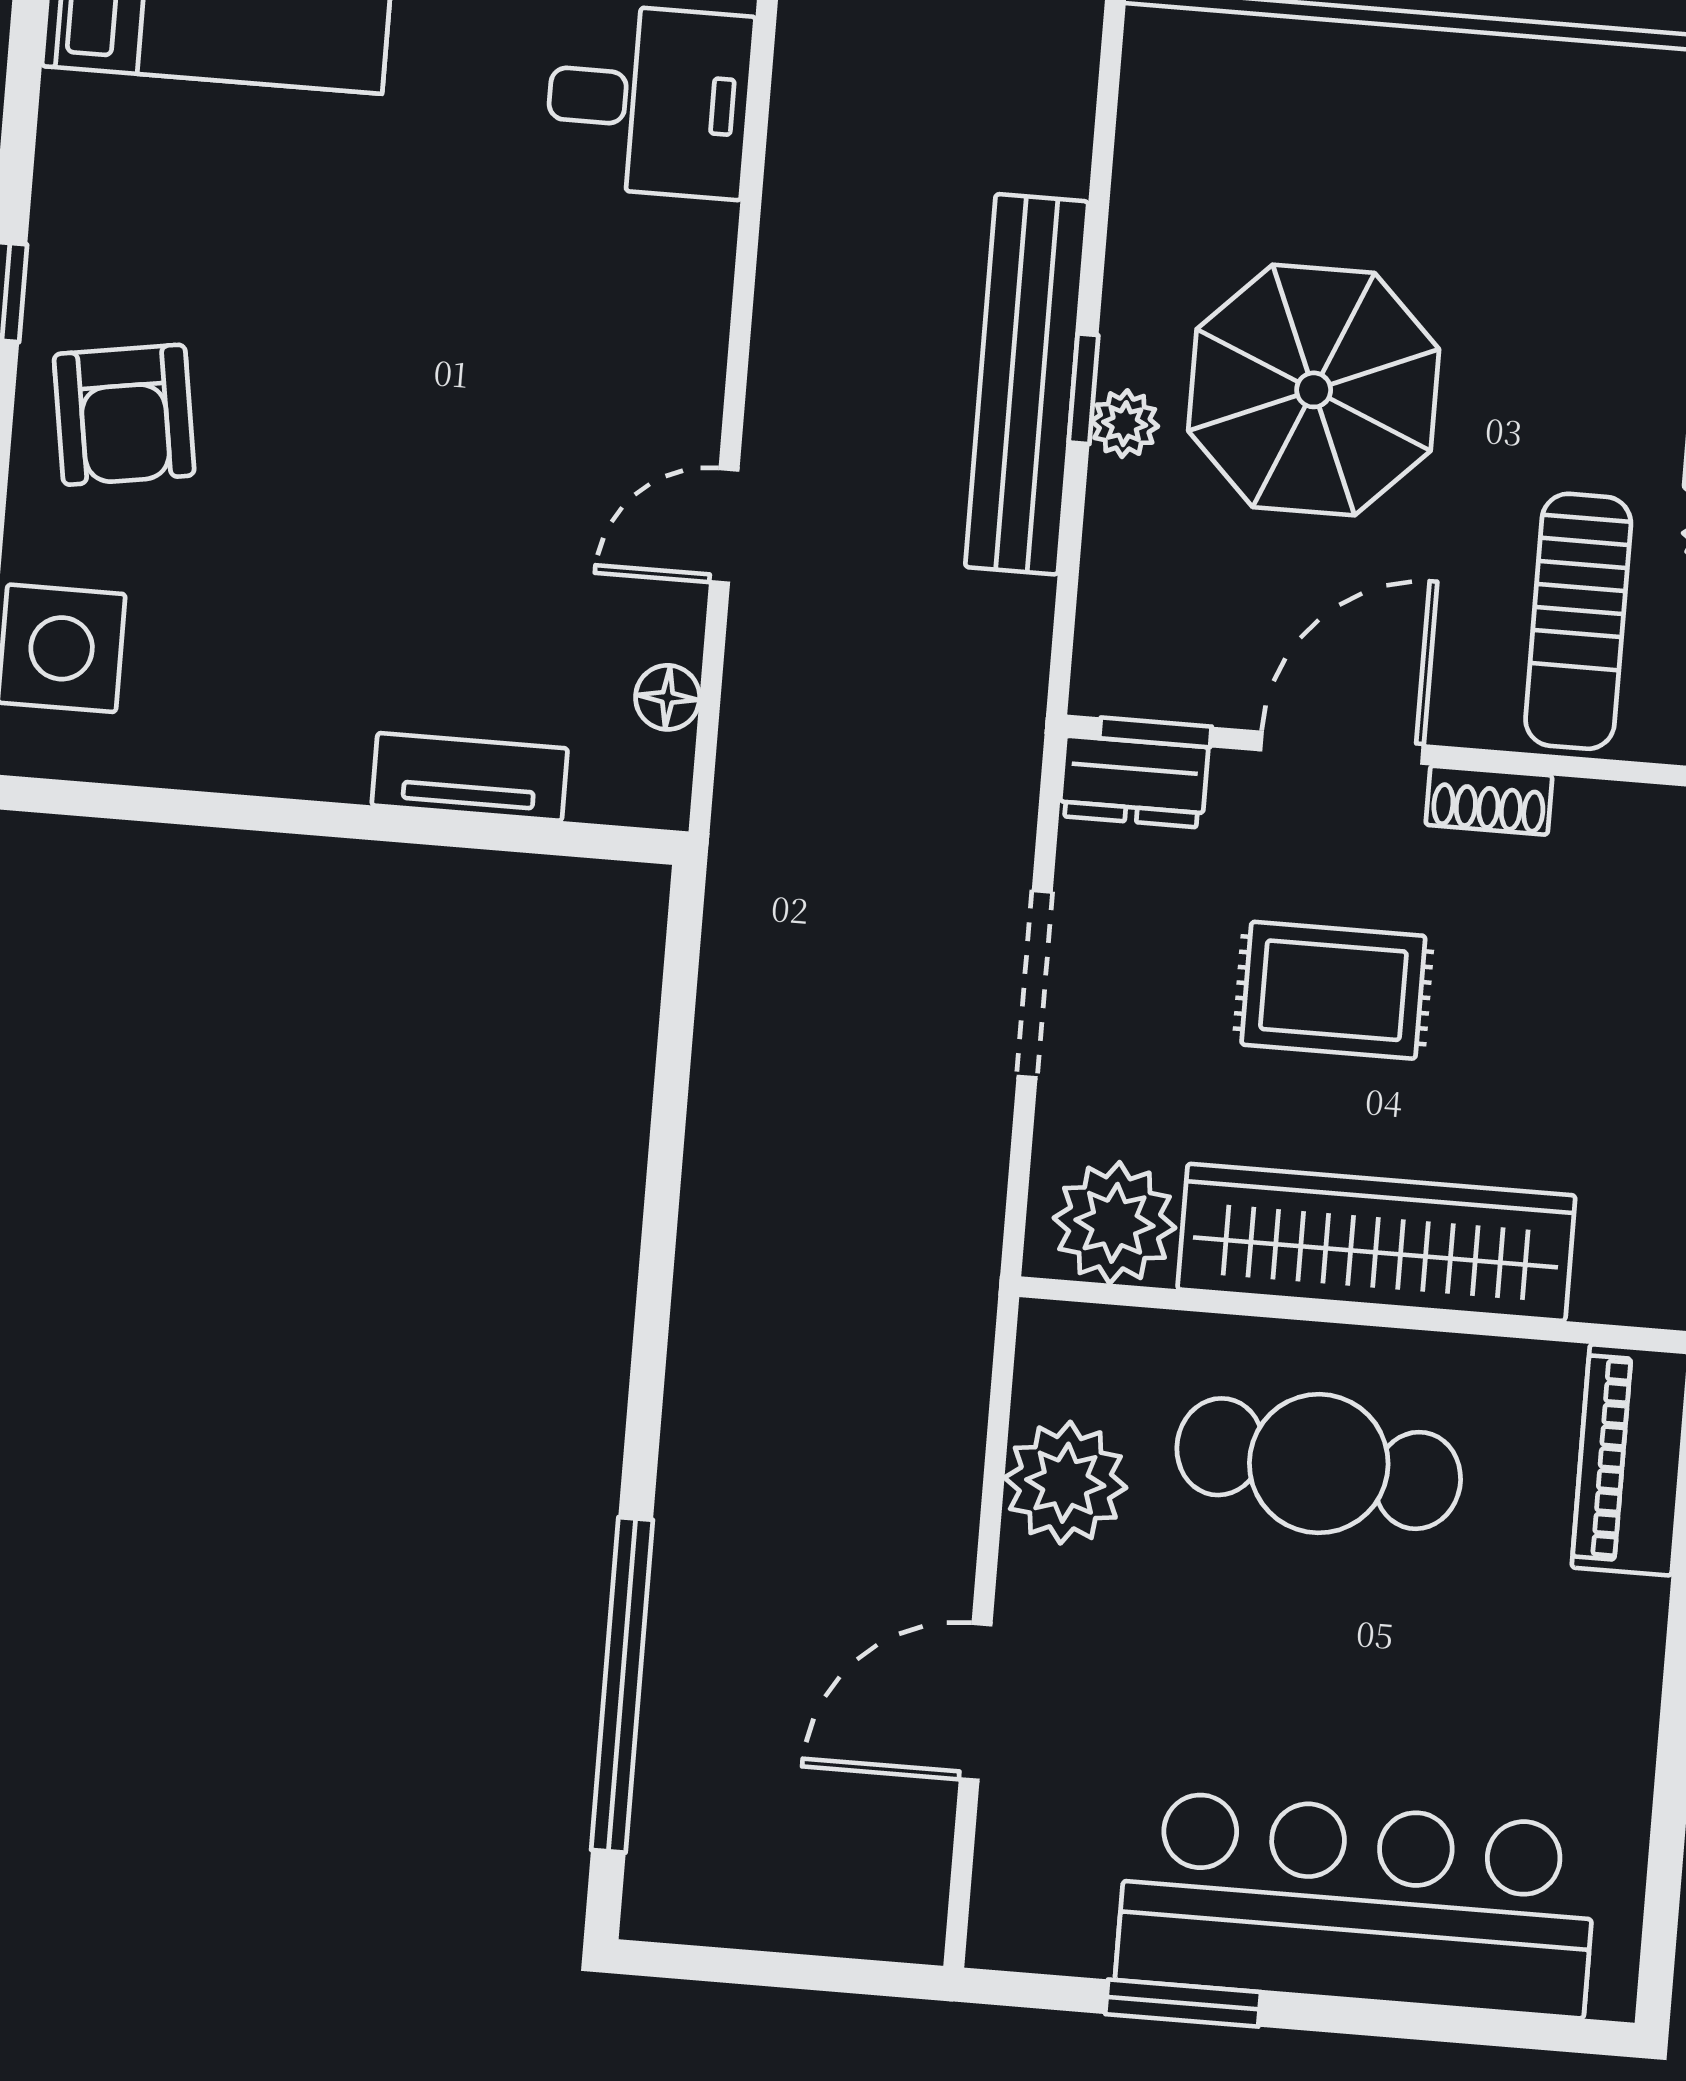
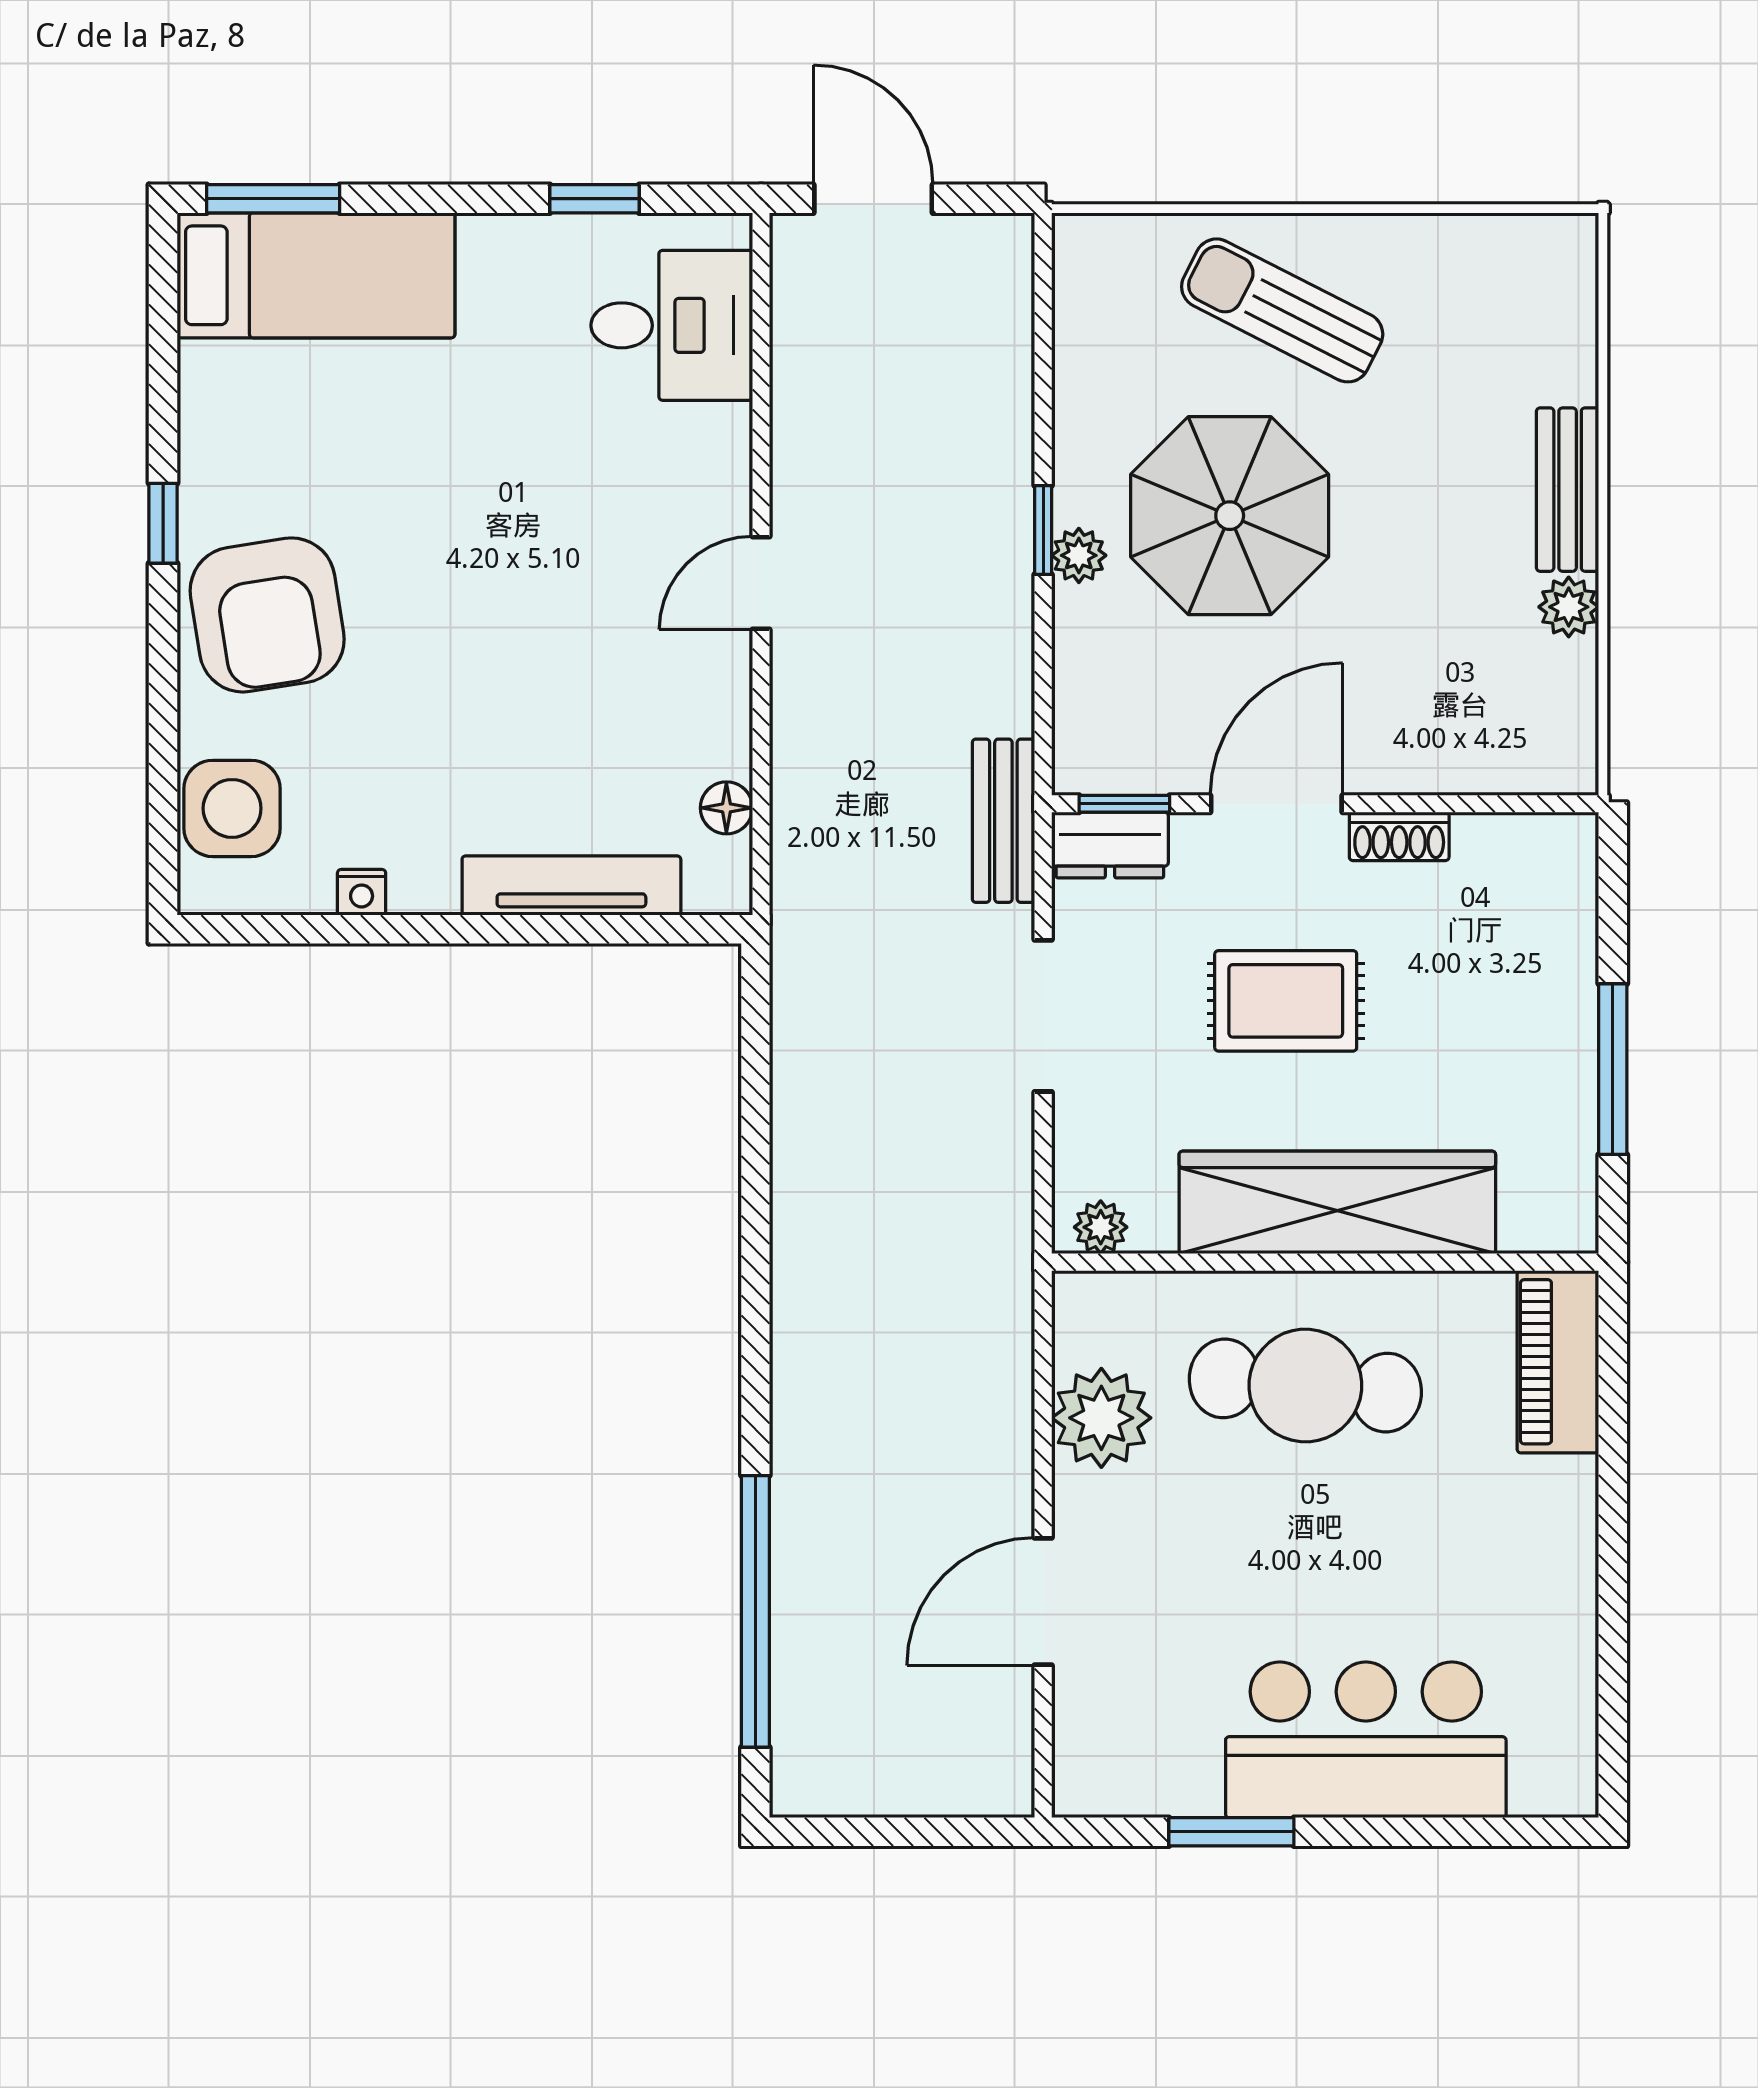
bench: (1027, 384) -> (1003, 821), moved, width x0.54, depth x0.82
armchair: (124, 415) -> (267, 615), width x1.36, depth x1.36
door: (724, 526) -> (761, 583), moved
sun lounger: (1578, 621) -> (1282, 310), moved, turned 117
nightstand: (212, 764) -> (362, 892), added
tv unit: (470, 777) -> (571, 886), width x1.41
plant: (1115, 1223) -> (1101, 1227), width x0.53, depth x0.53
bar counter: (1357, 1904) -> (1366, 1740), width x0.73

